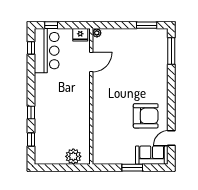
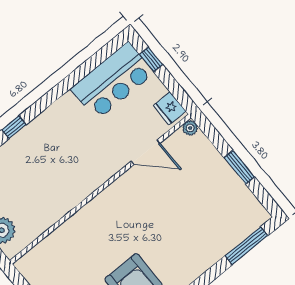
window: (147, 25) -> (239, 167), moved
window: (31, 48) -> (99, 57), removed

